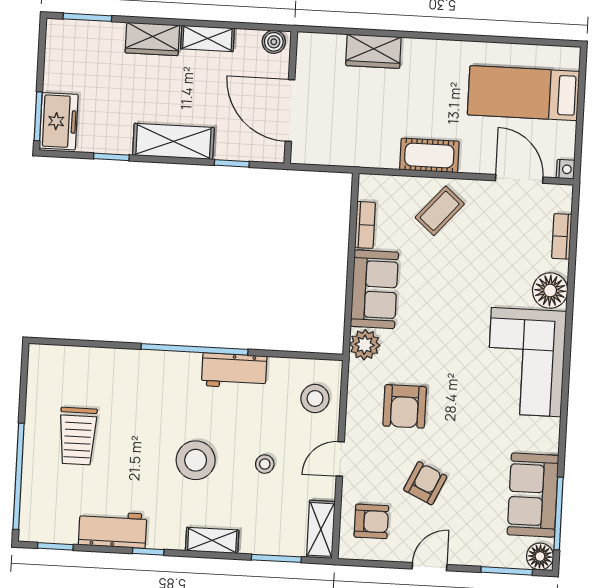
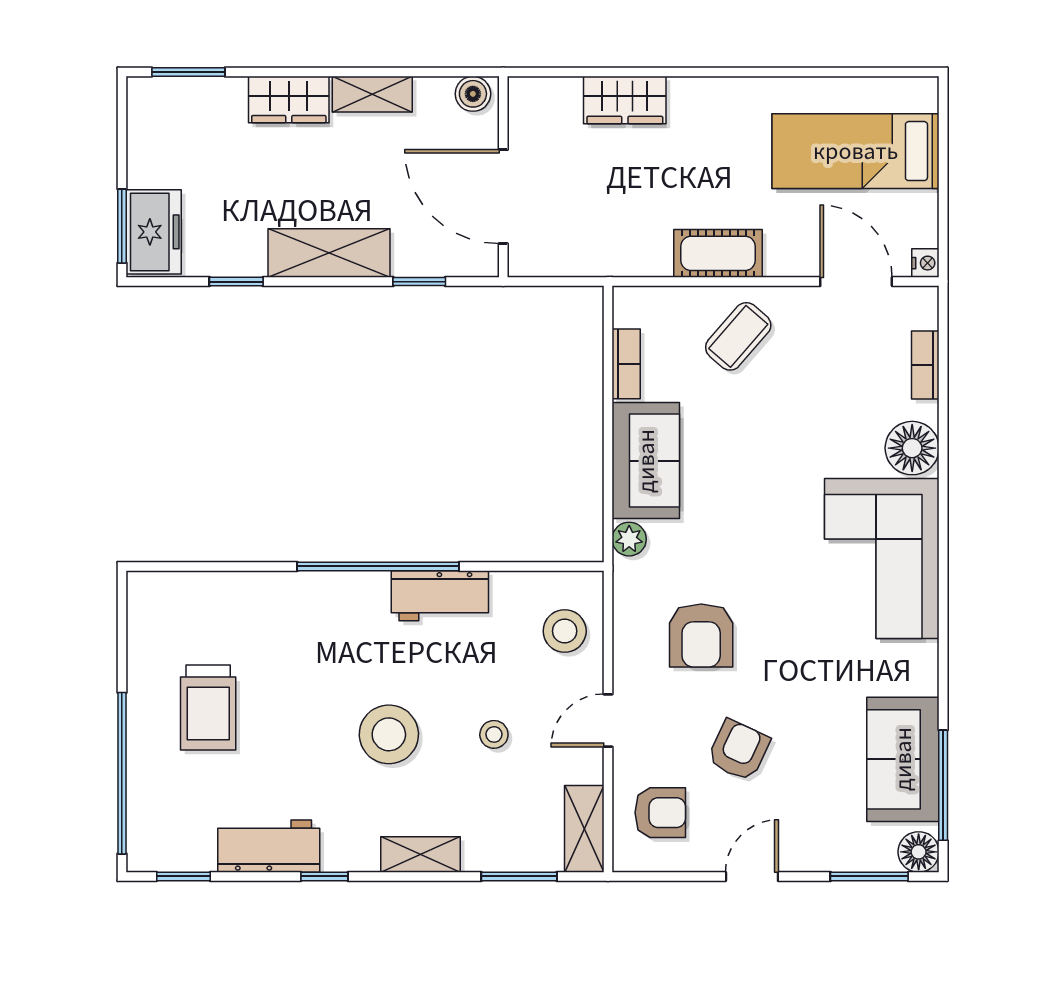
plant: (365, 345) -> (629, 539), width x0.73, depth x0.73

